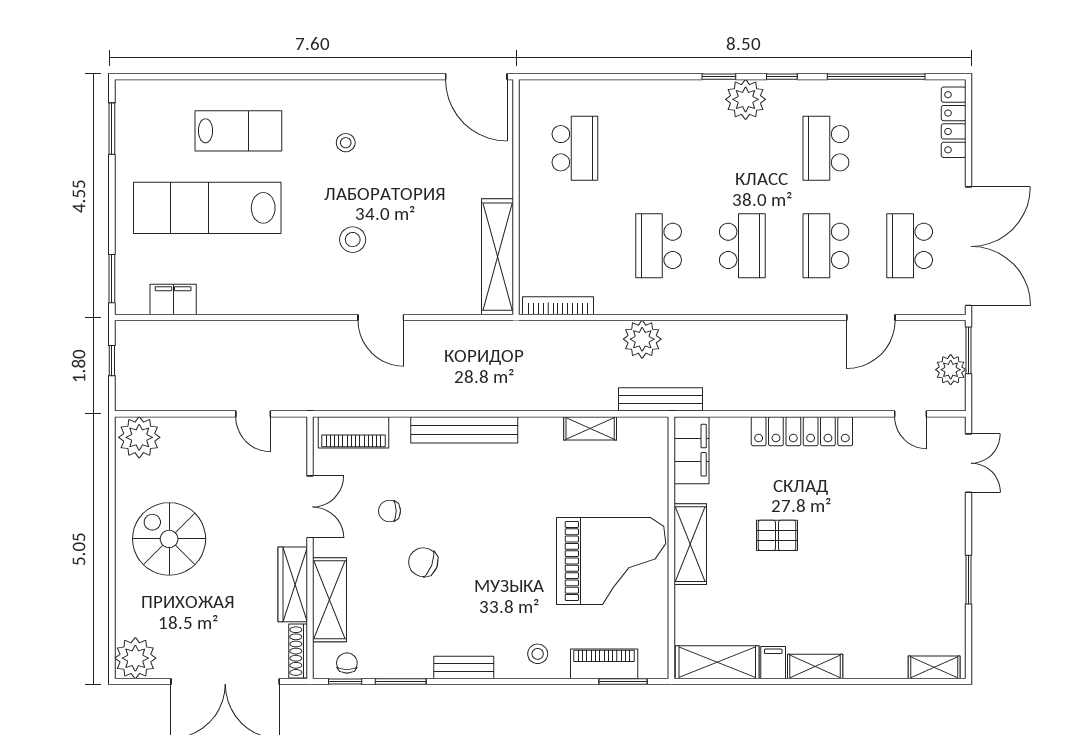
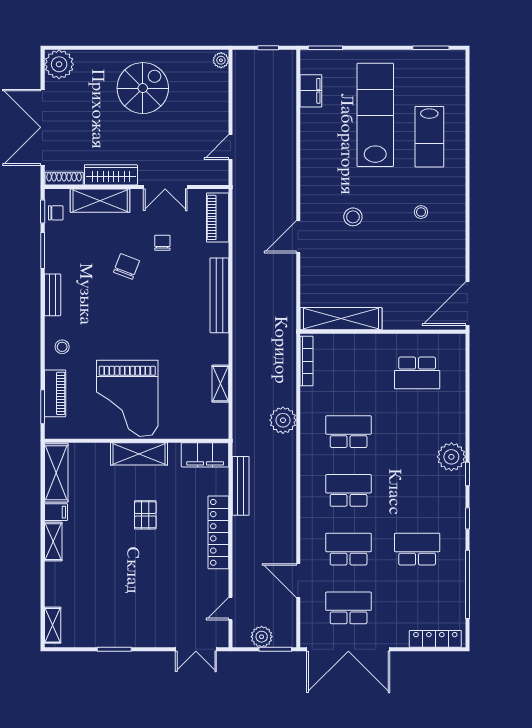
plant: (746, 99) -> (451, 457), moved
school desk: (742, 246) -> (349, 490), turned 180
bench: (660, 399) -> (241, 486), moved
plant: (139, 437) -> (221, 60), width x0.53, depth x0.53

